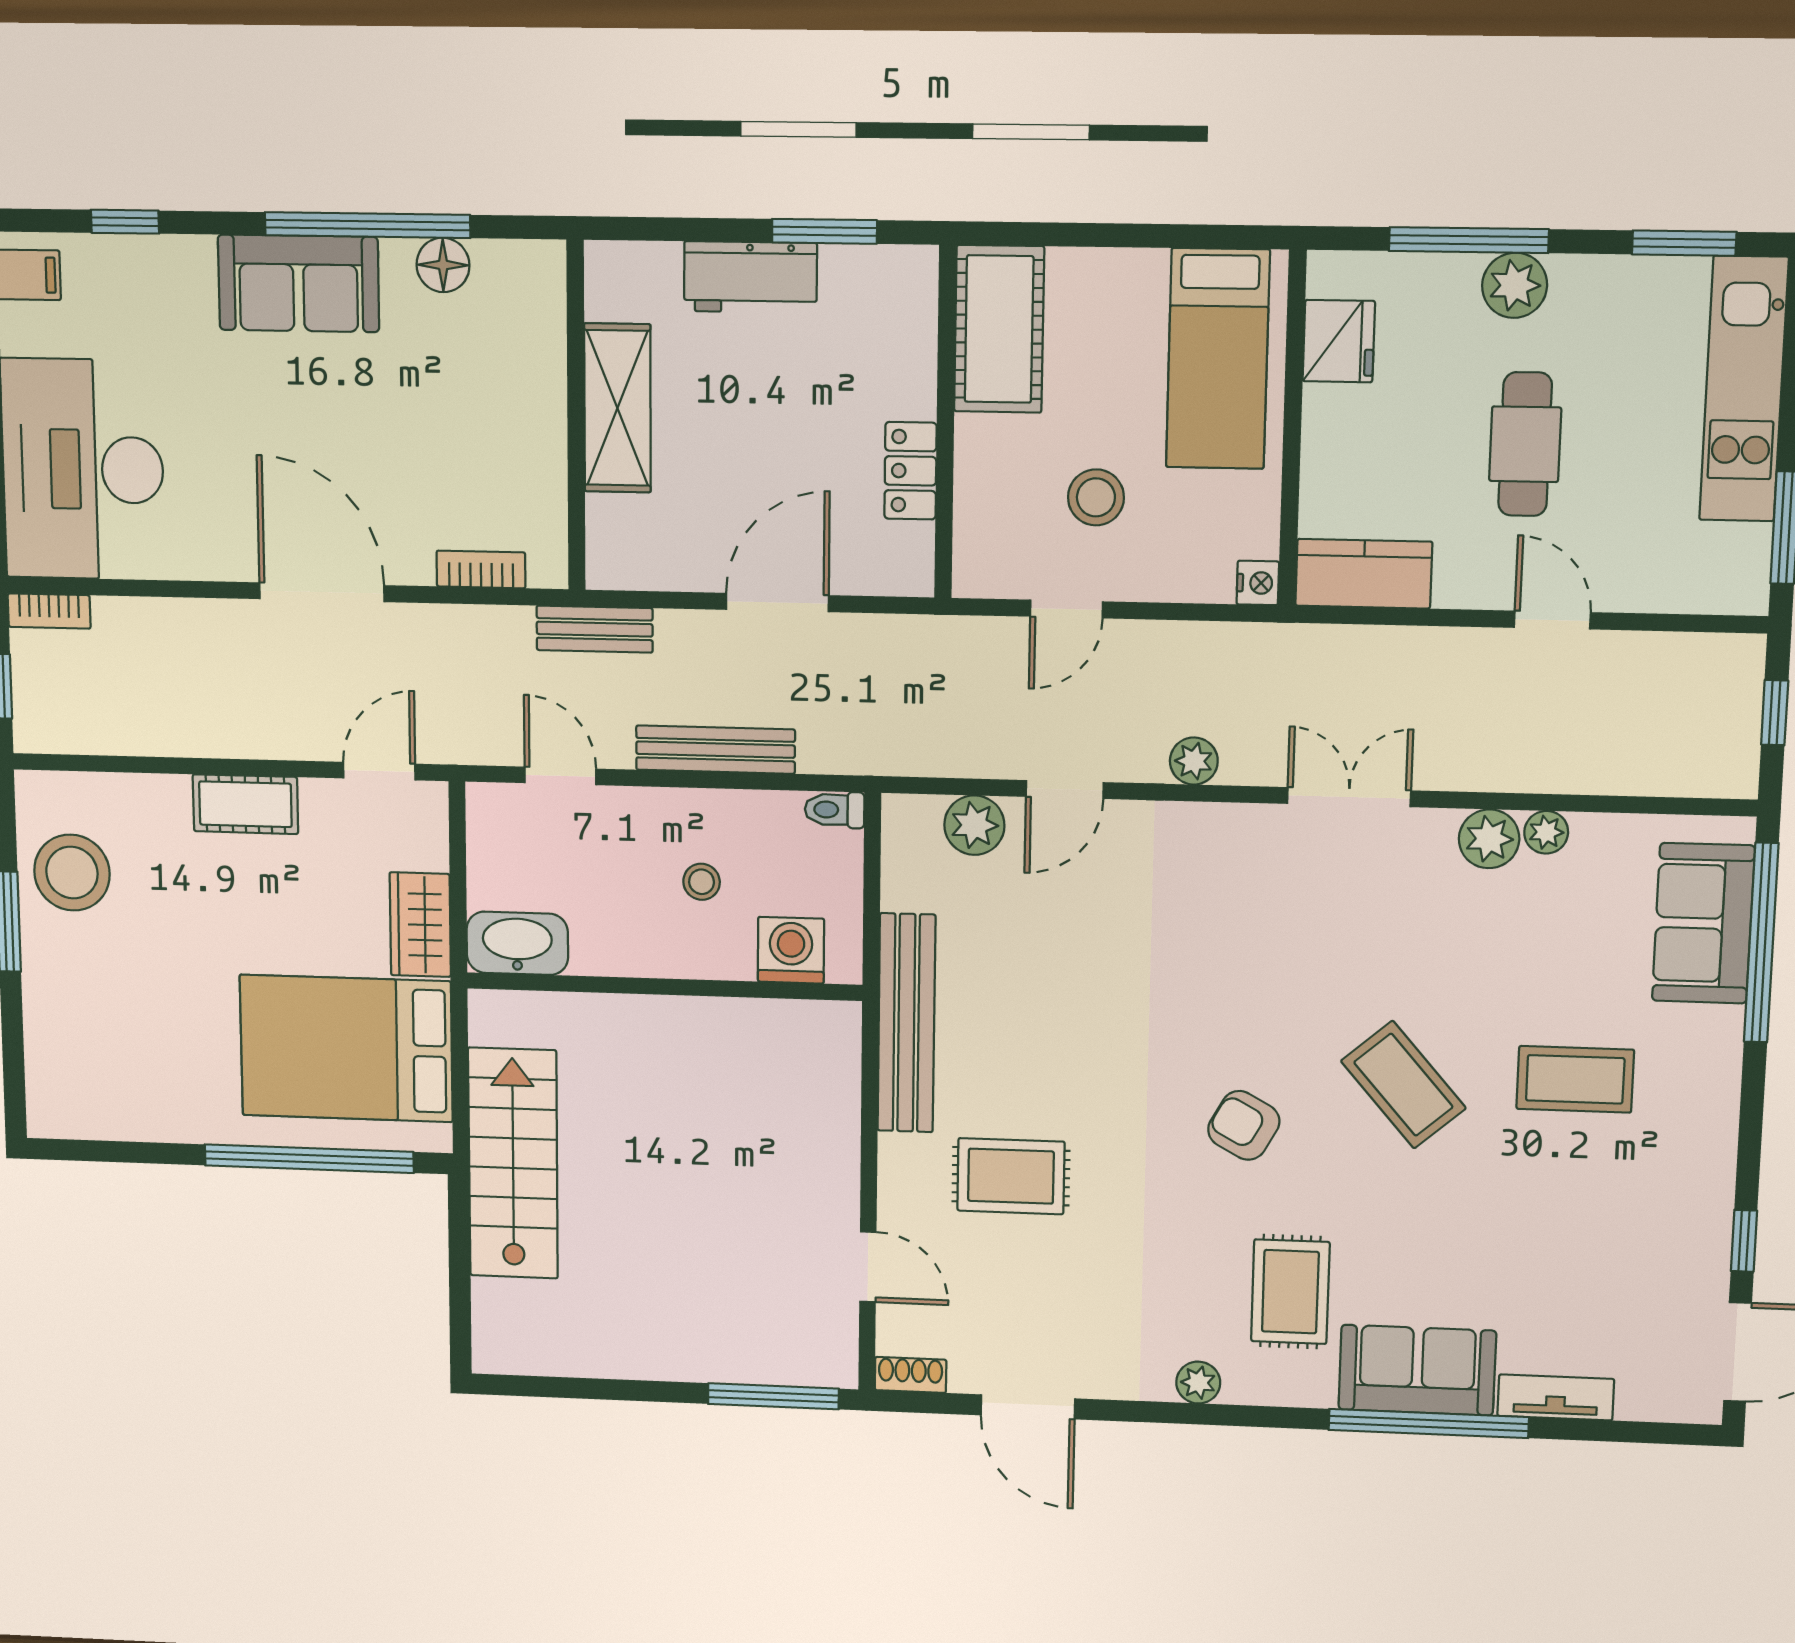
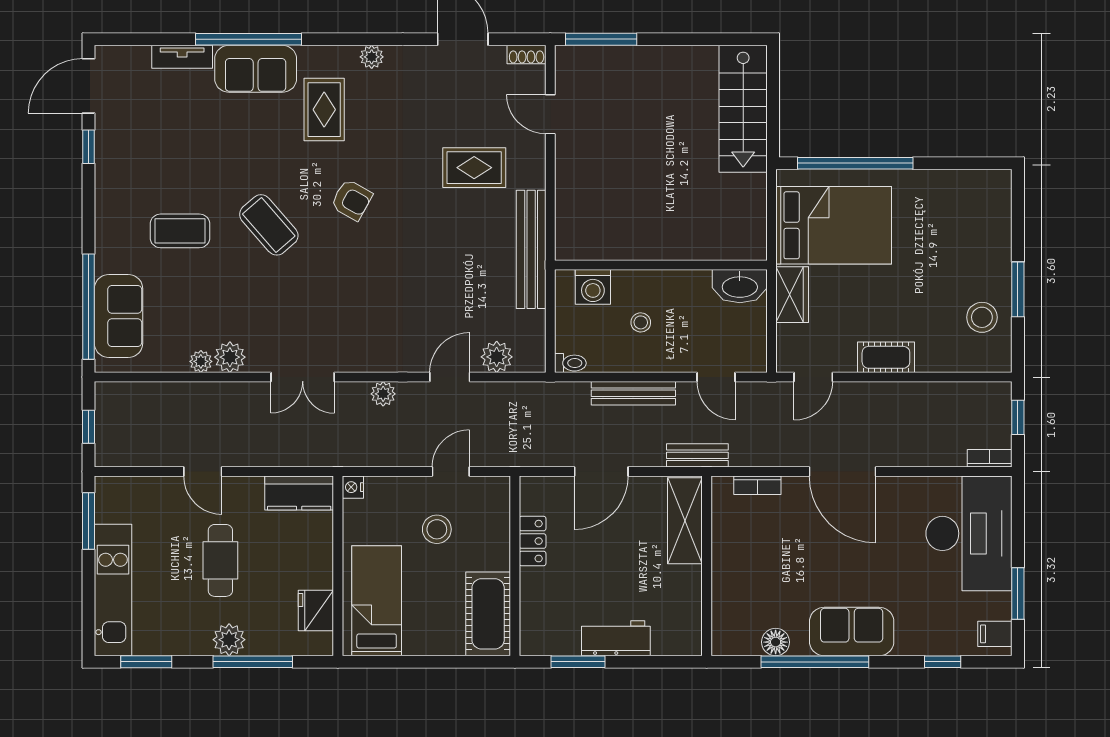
shelving: (617, 408) -> (685, 521), moved
stool: (72, 873) -> (982, 317), width x0.73, depth x0.73
stairs: (513, 1163) -> (743, 109), moved

